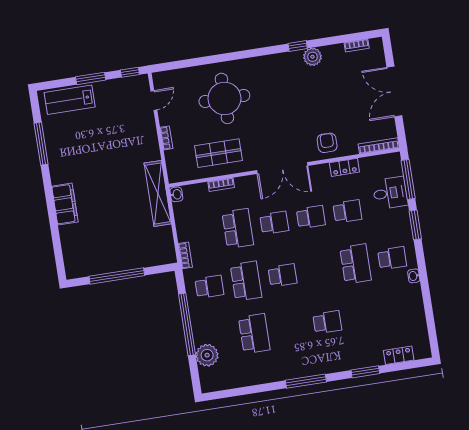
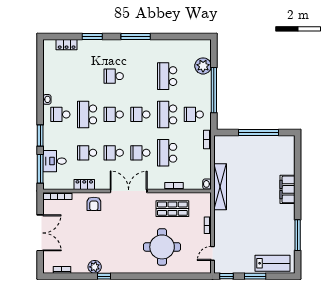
school desk: (319, 270) -> (114, 114), added

